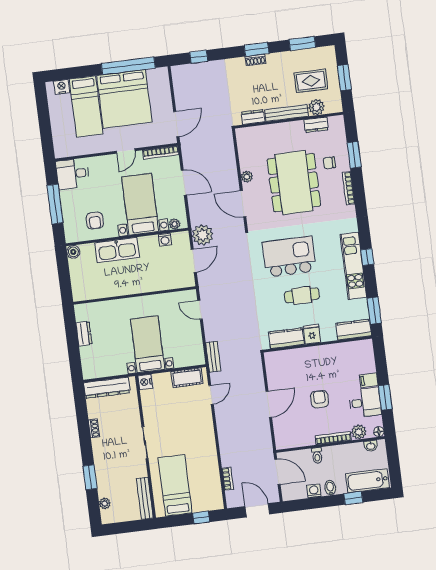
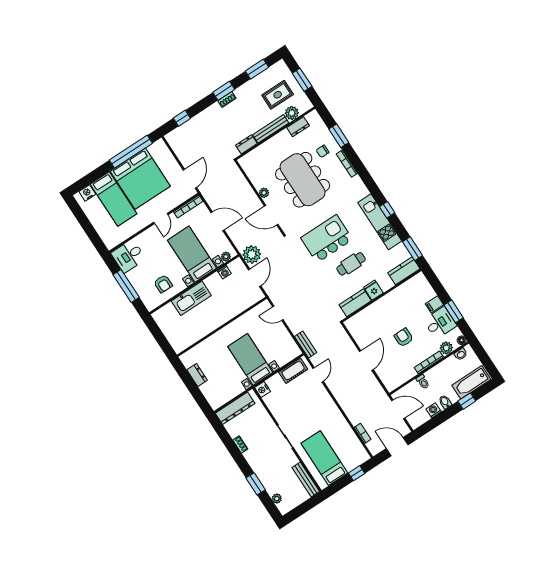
boiler: (73, 252) -> (158, 316), removed

